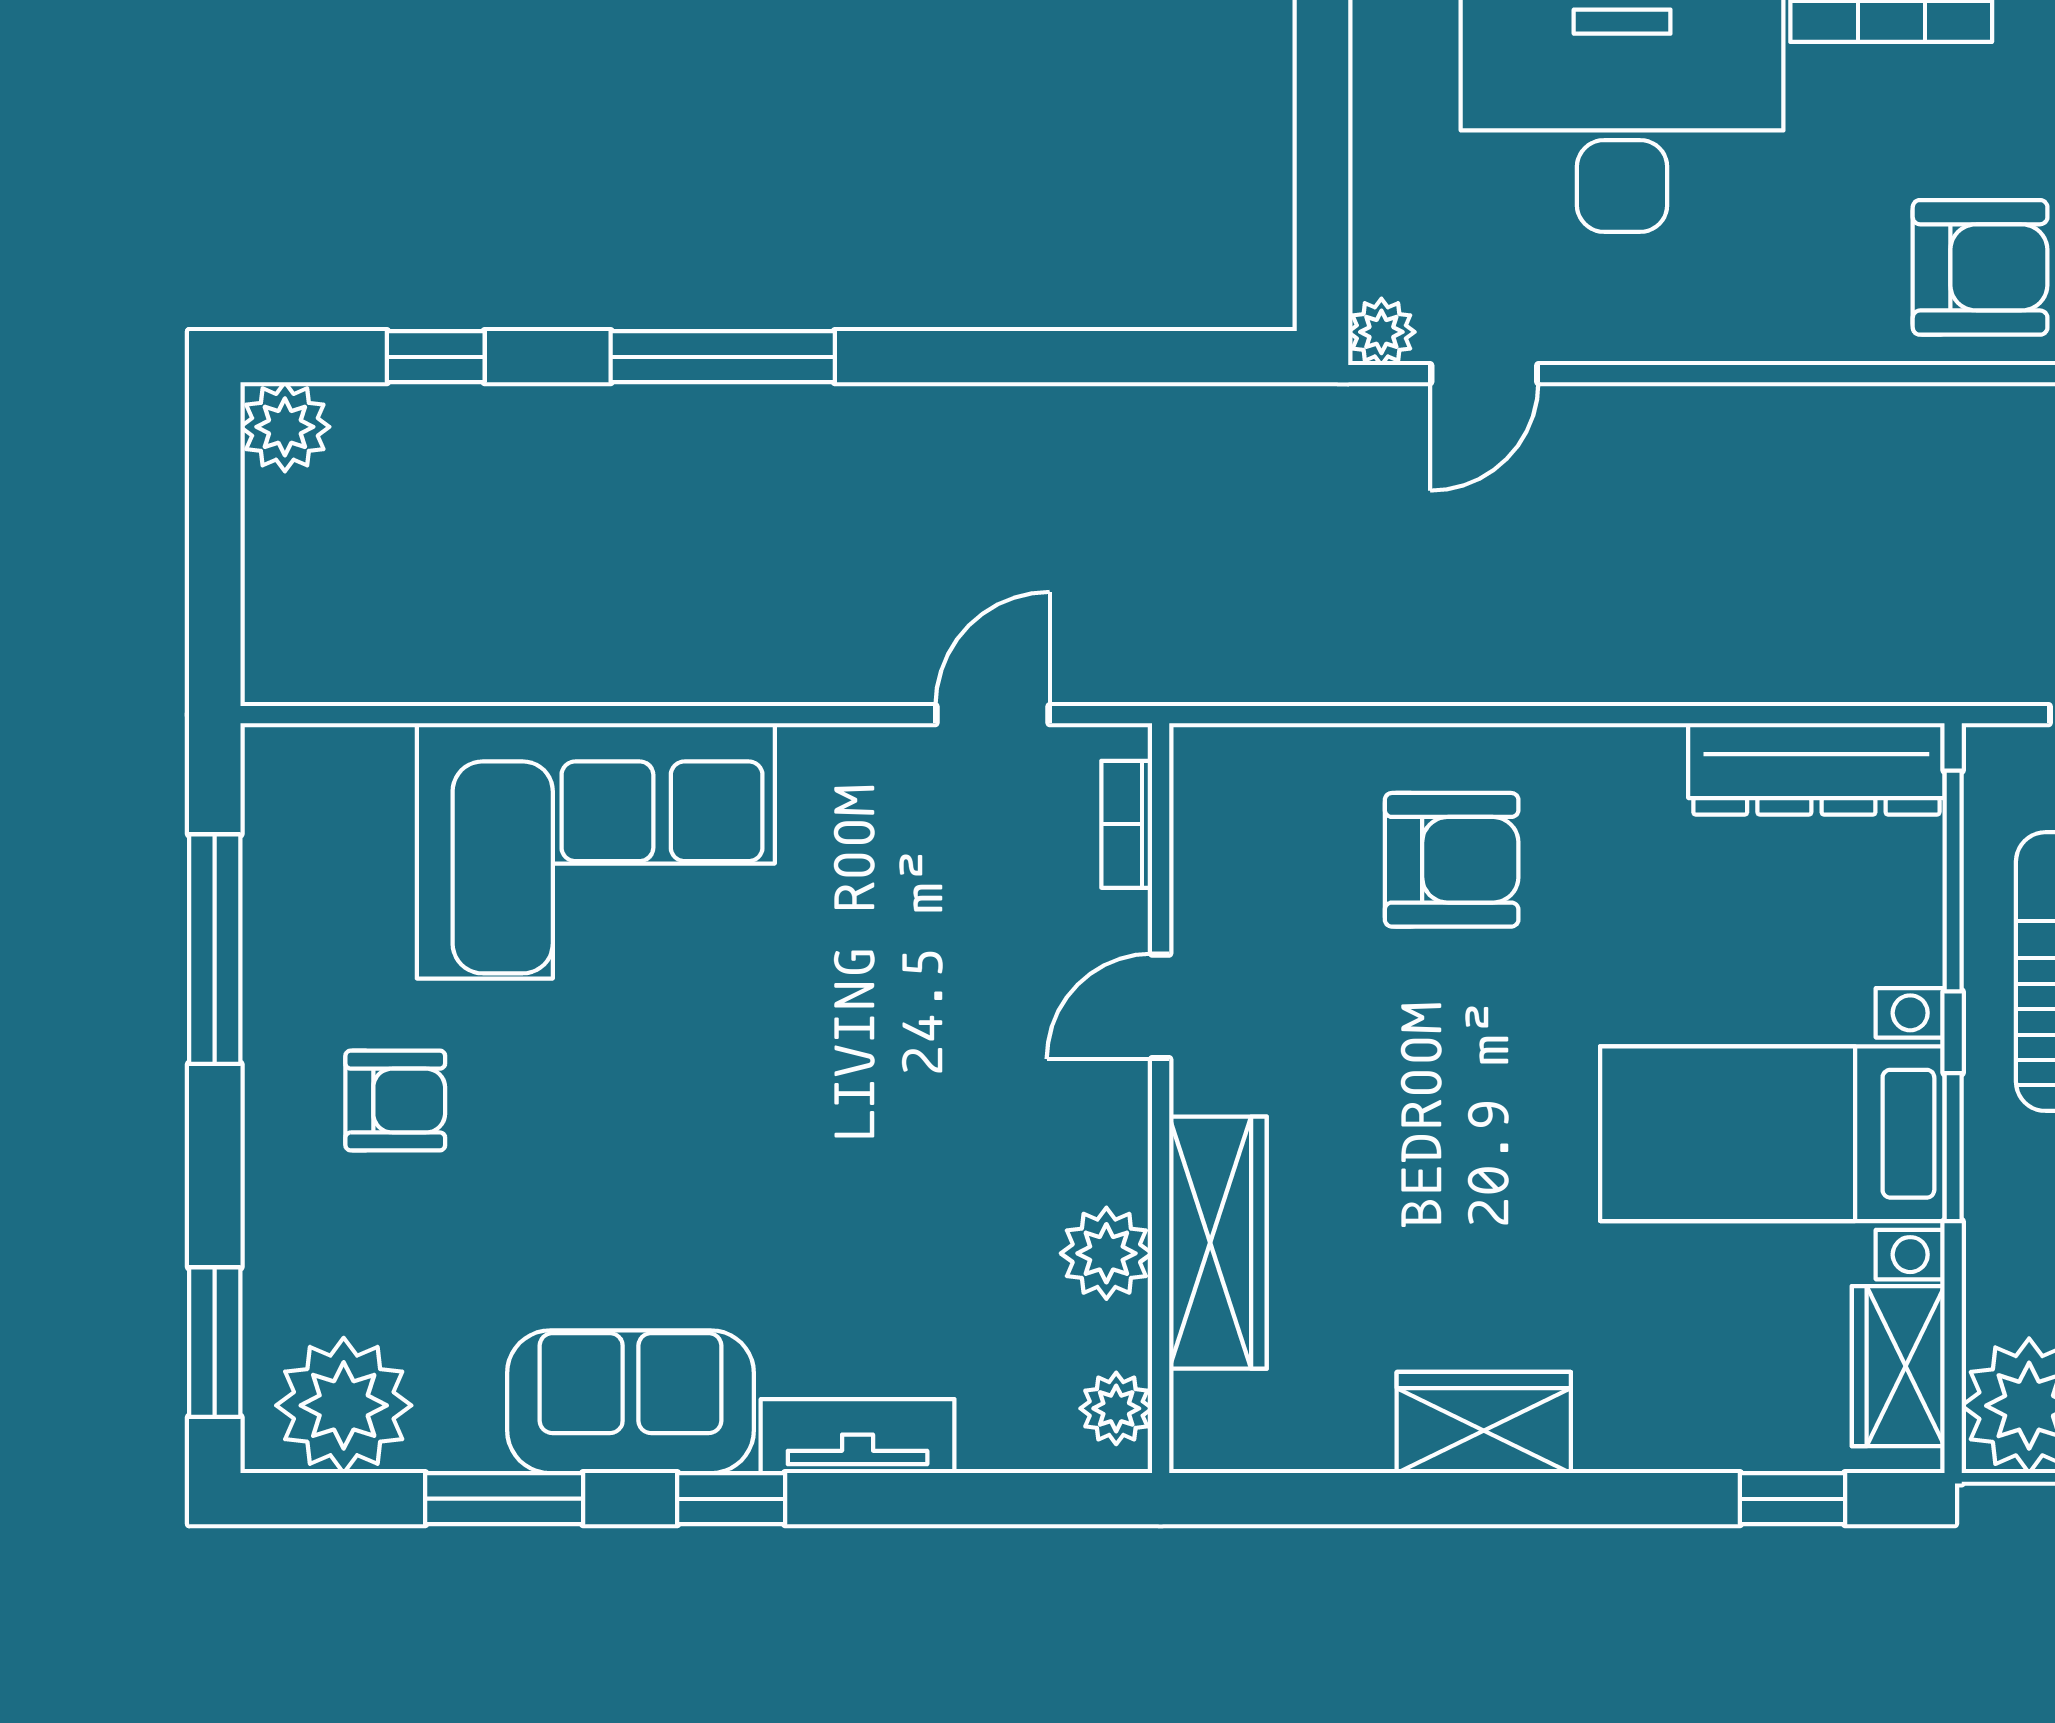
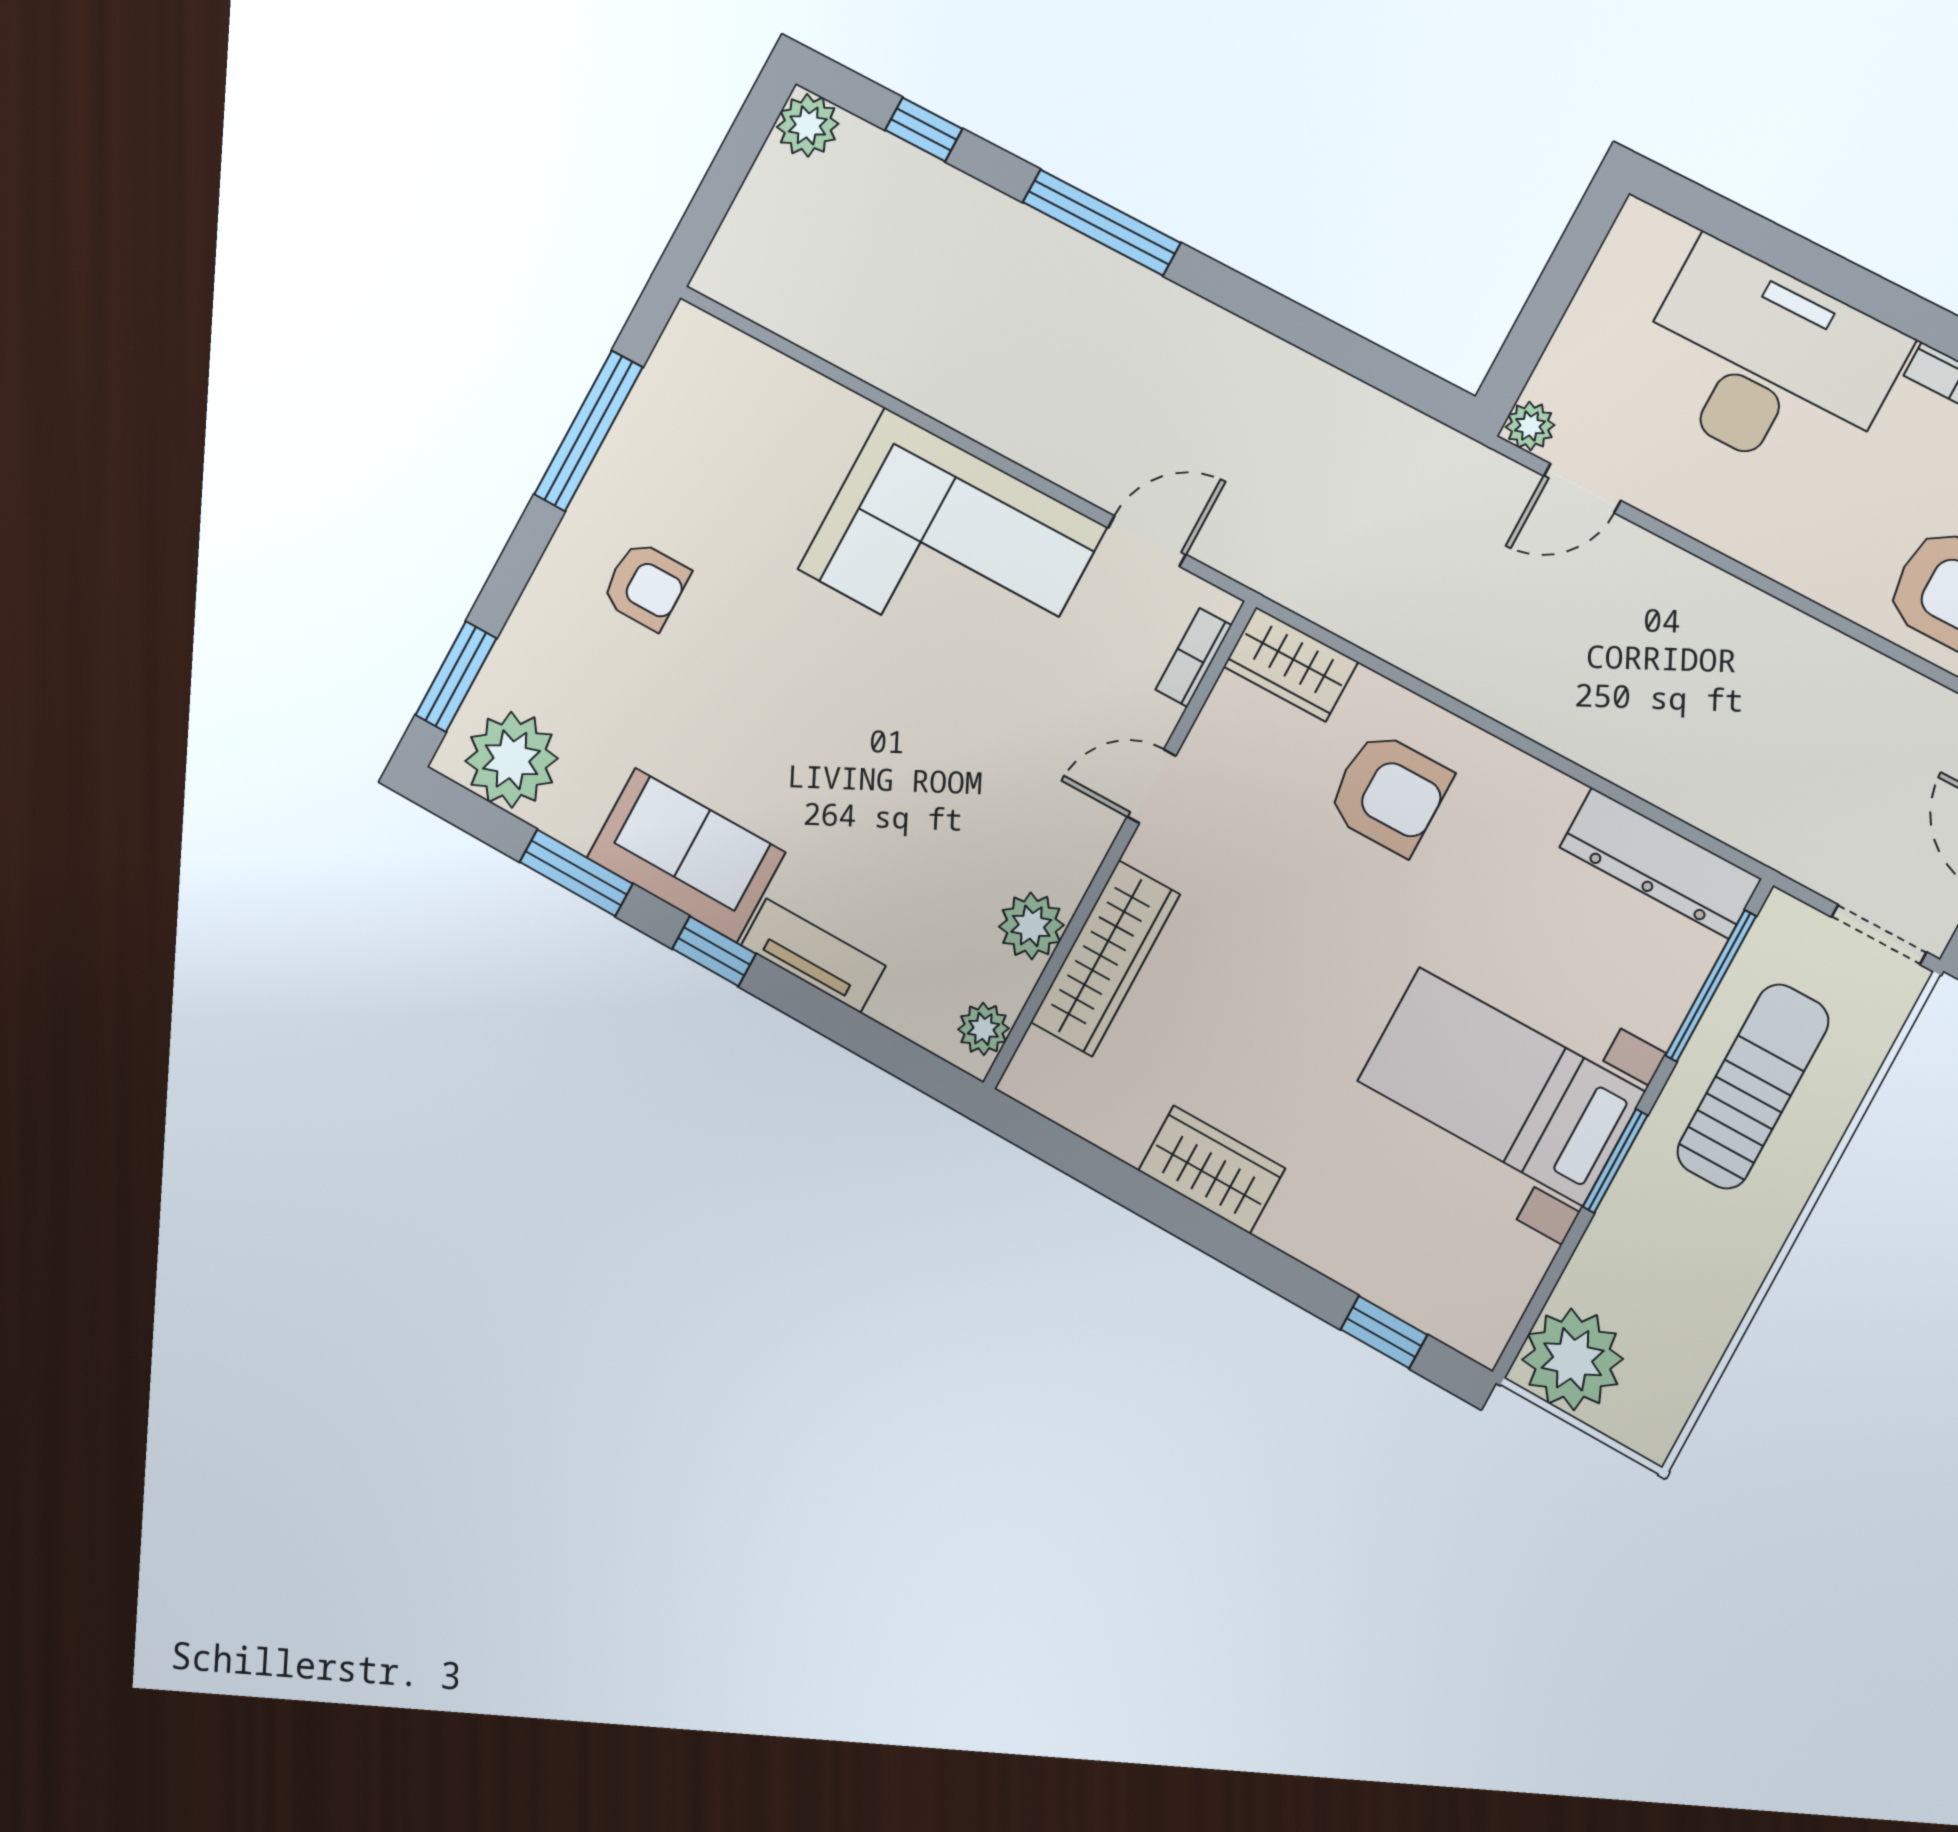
corner sofa: (596, 851) -> (952, 548), moved
wardrobe: (1898, 1366) -> (1291, 664), moved, turned -90

